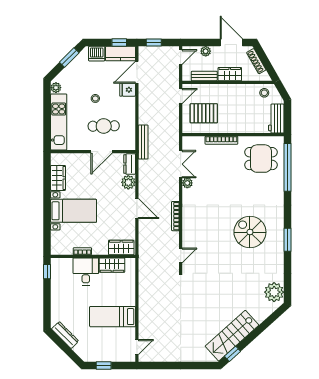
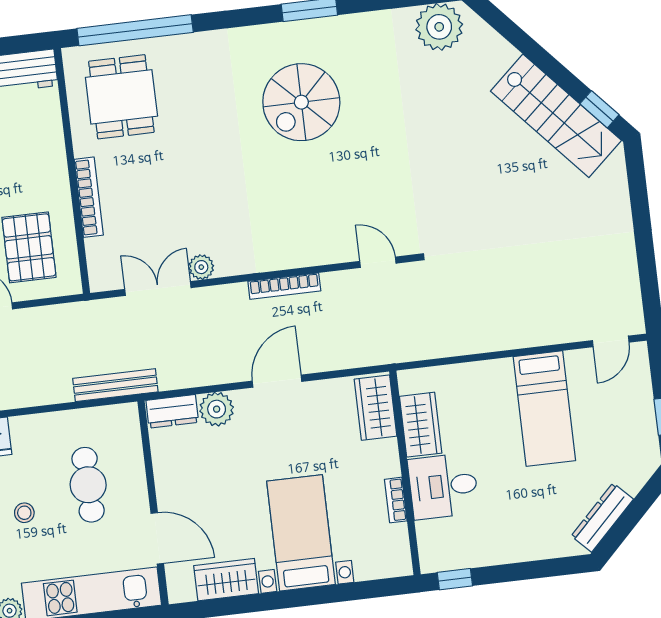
door: (102, 152) -> (157, 538), moved
door: (137, 347) -> (611, 341), swing flipped

